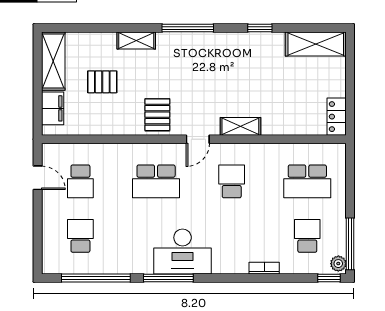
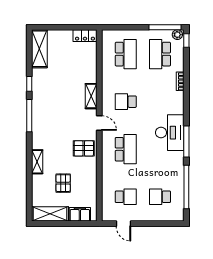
window: (188, 28) -> (29, 116), moved
door: (38, 178) -> (123, 224), swing flipped
school desk: (307, 236) -> (160, 54), width x1.85

